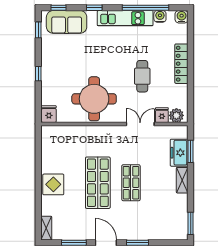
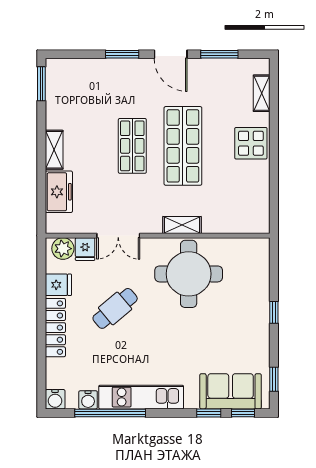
window: (94, 8) -> (209, 413), moved
cafe table: (142, 76) -> (115, 308), turned 50
fridge: (49, 114) -> (58, 285), moved, turned -90
shelving: (98, 131) -> (182, 225), added
window: (191, 151) -> (41, 194), removed
shelving: (46, 228) -> (262, 93), moved

